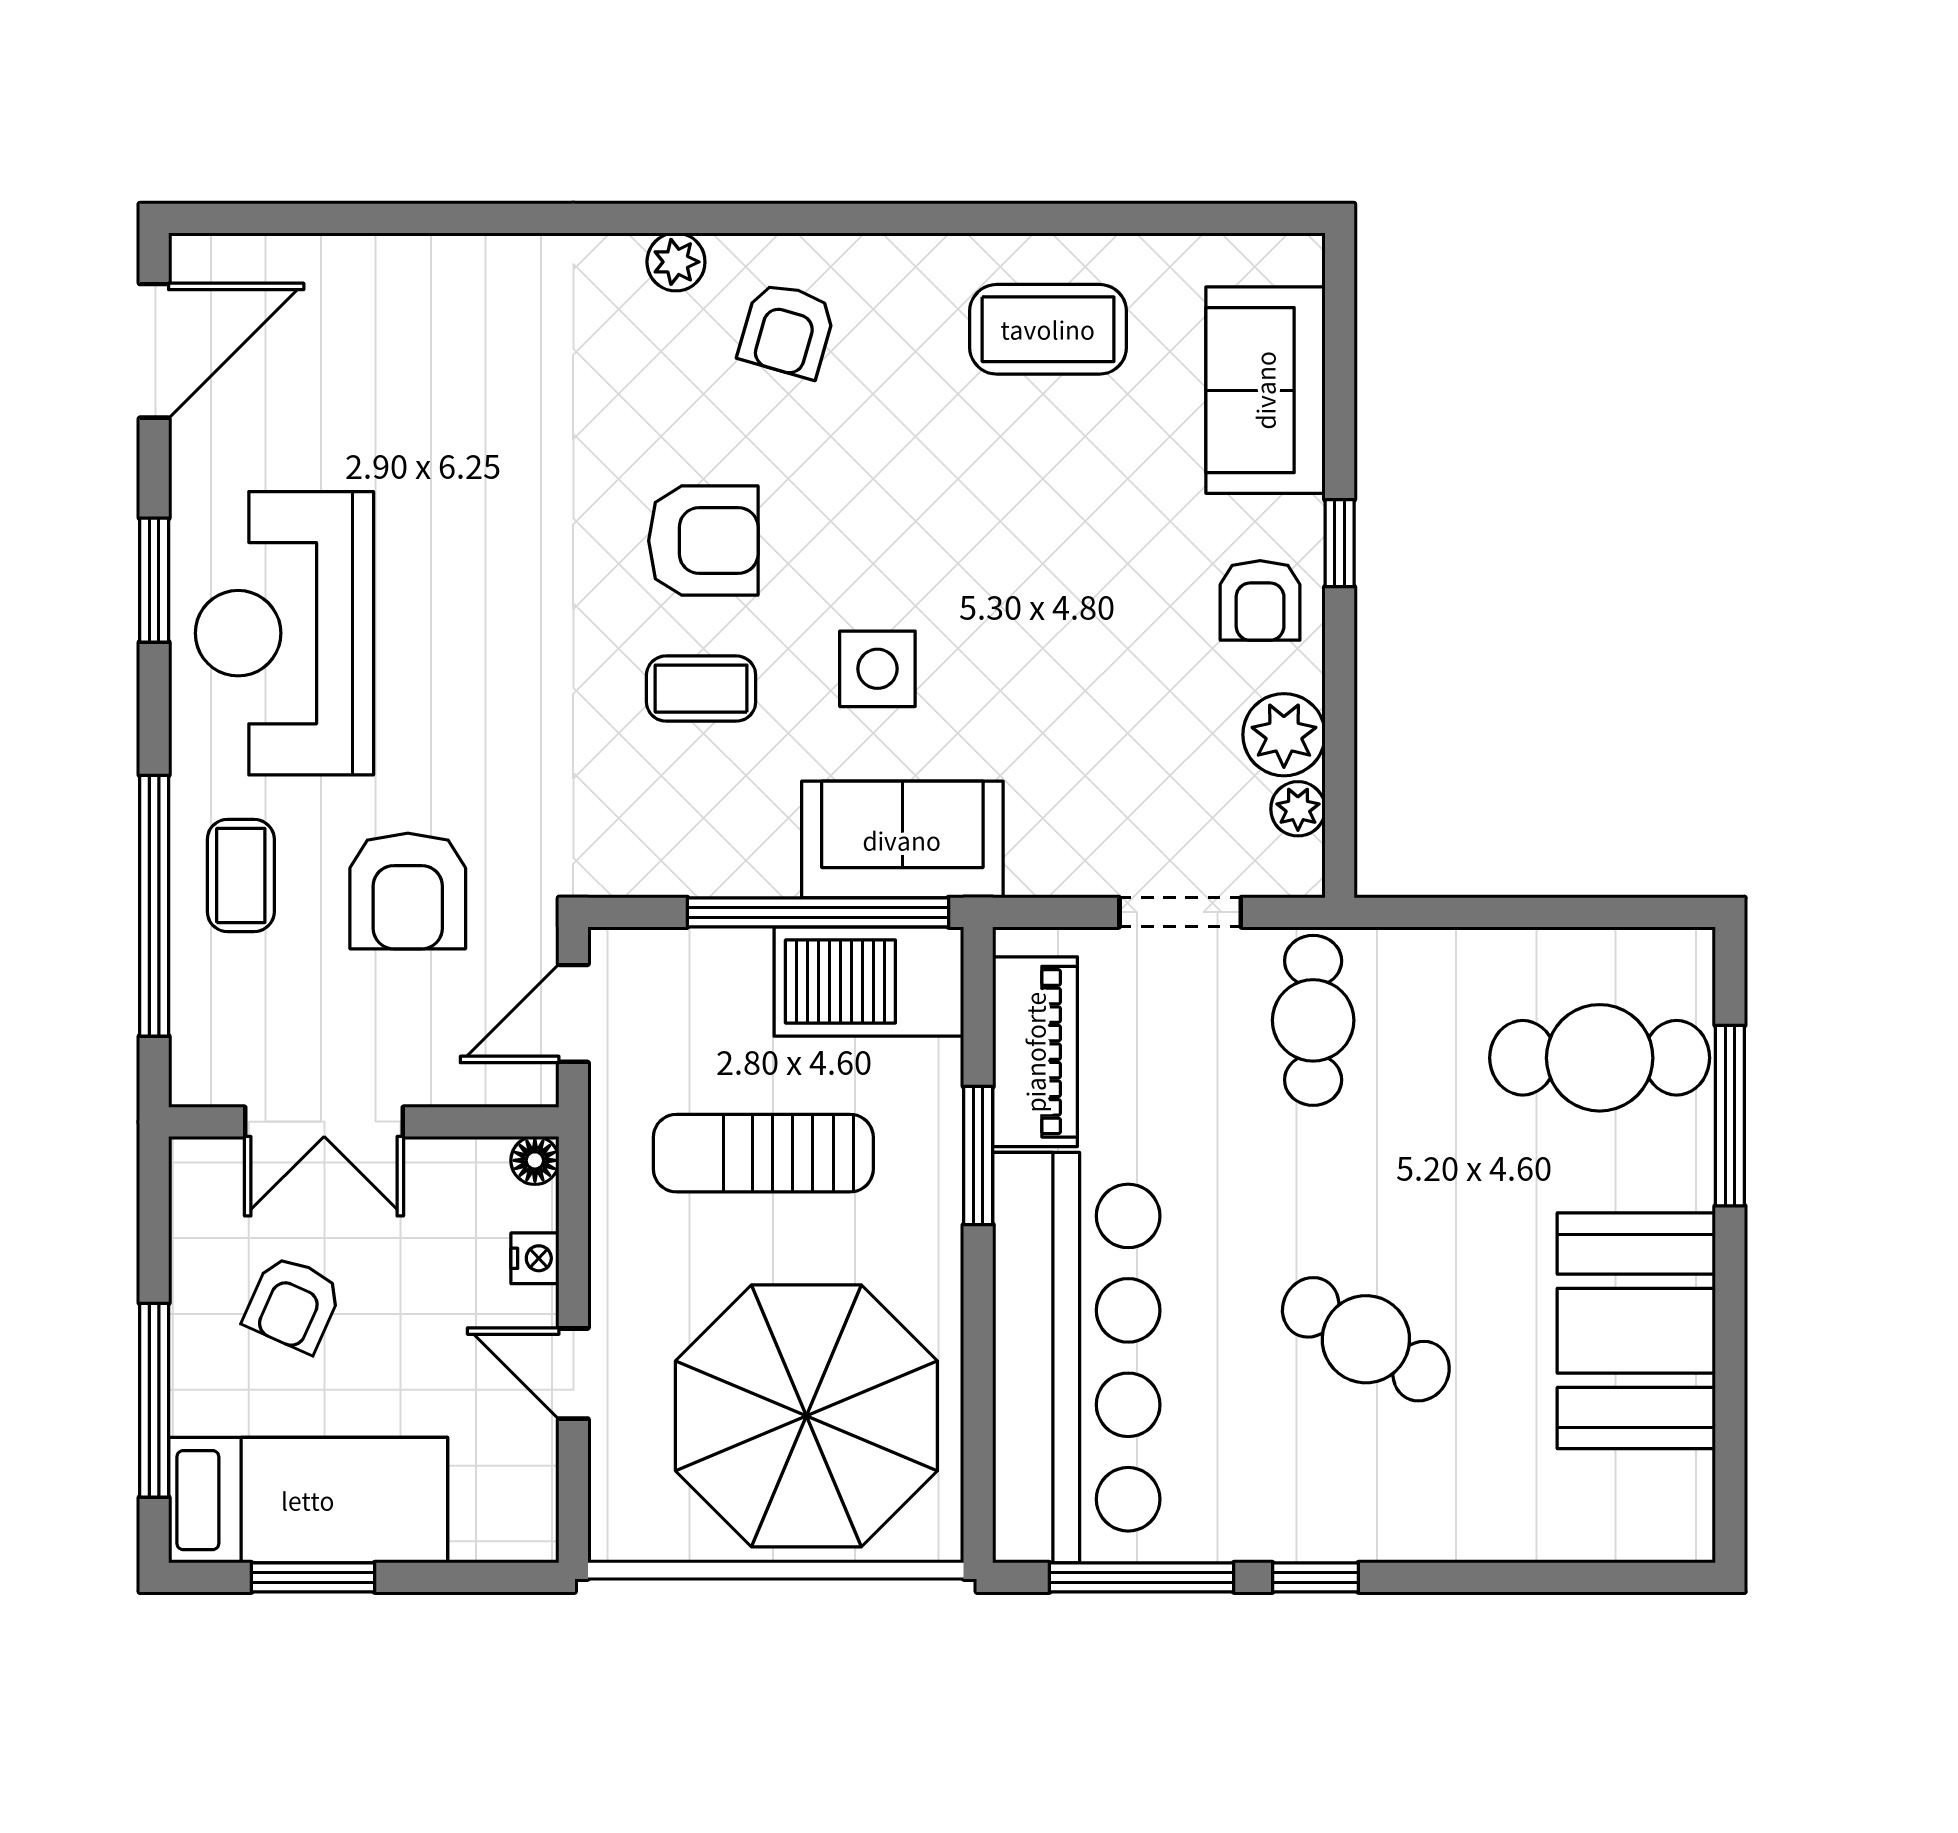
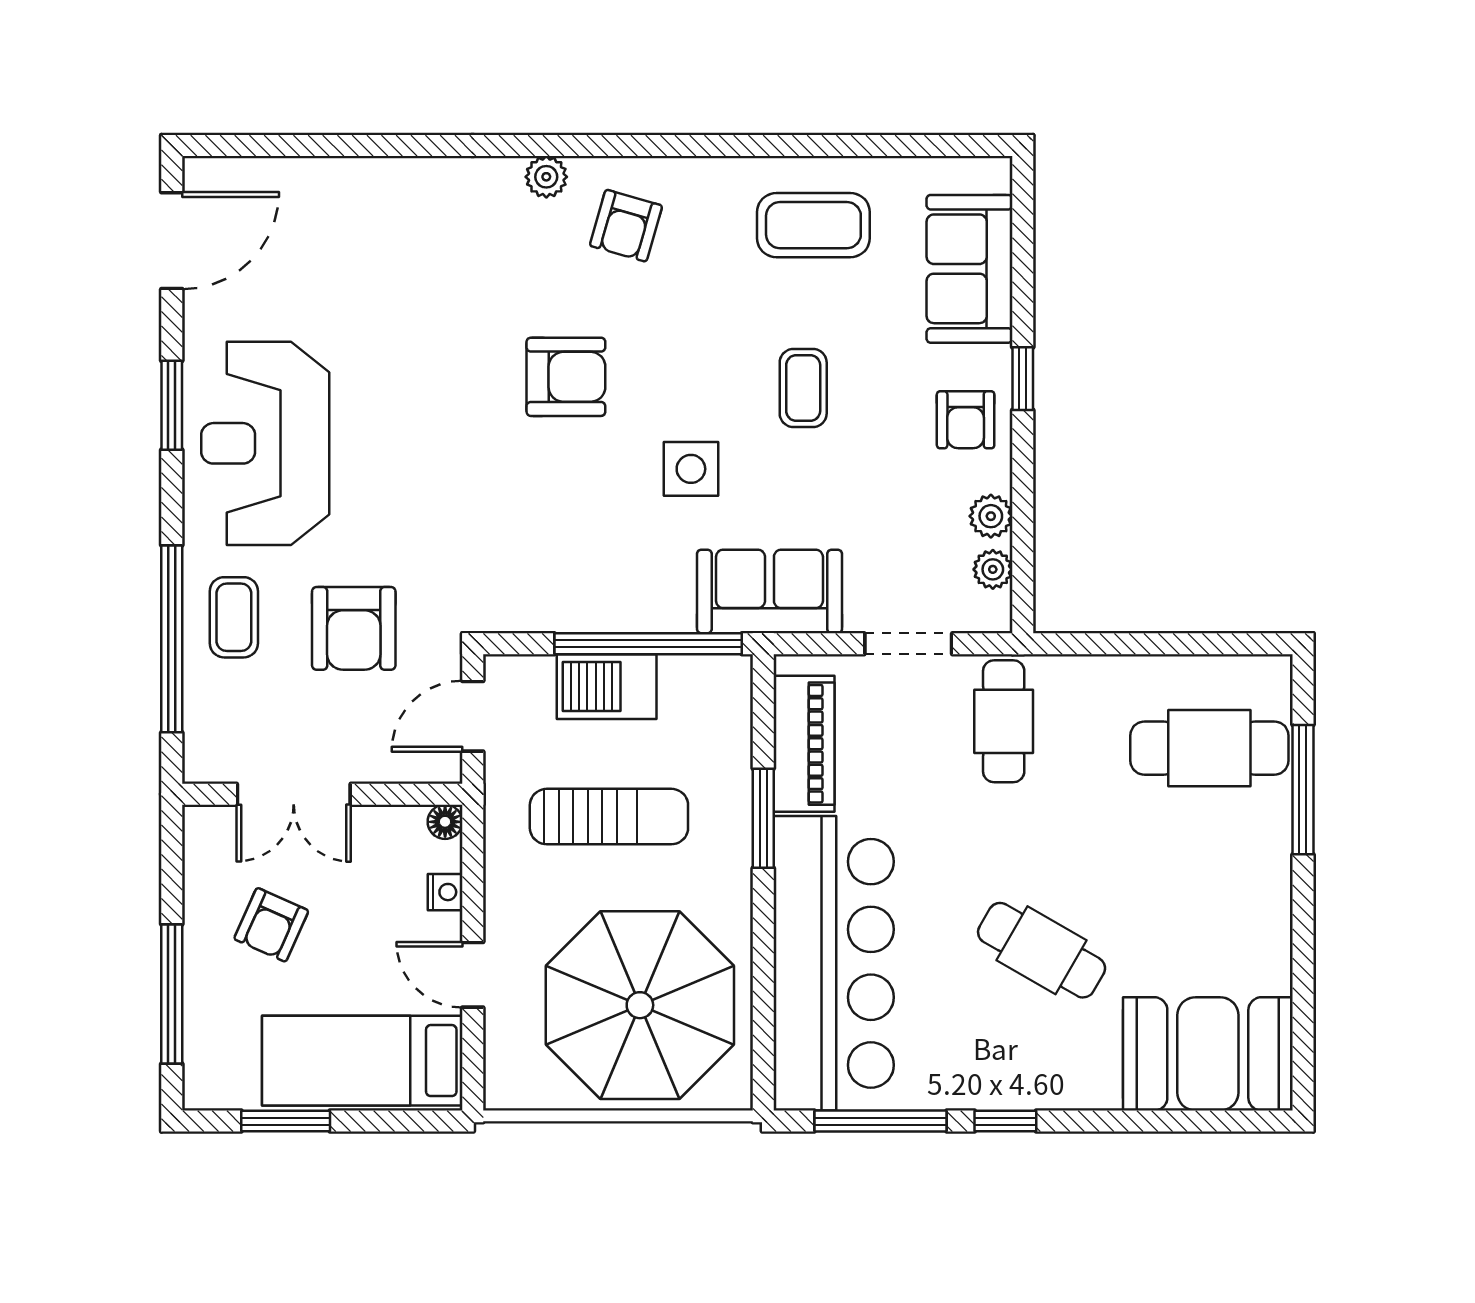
coffee table: (701, 689) -> (803, 388), moved, turned 90
plant: (1284, 735) -> (991, 516), width x0.73, depth x0.73
sofa: (902, 840) -> (769, 591), moved
barbecue: (869, 981) -> (607, 687), moved, width x0.73, depth x0.83
sun lounger: (763, 1153) -> (609, 817), turned 180
booth: (1636, 1331) -> (1208, 1054), moved, turned 90
bed: (308, 1500) -> (362, 1061), moved, turned 180

